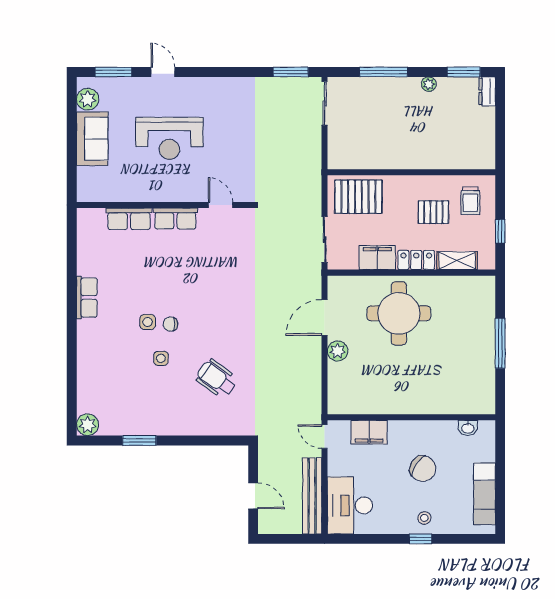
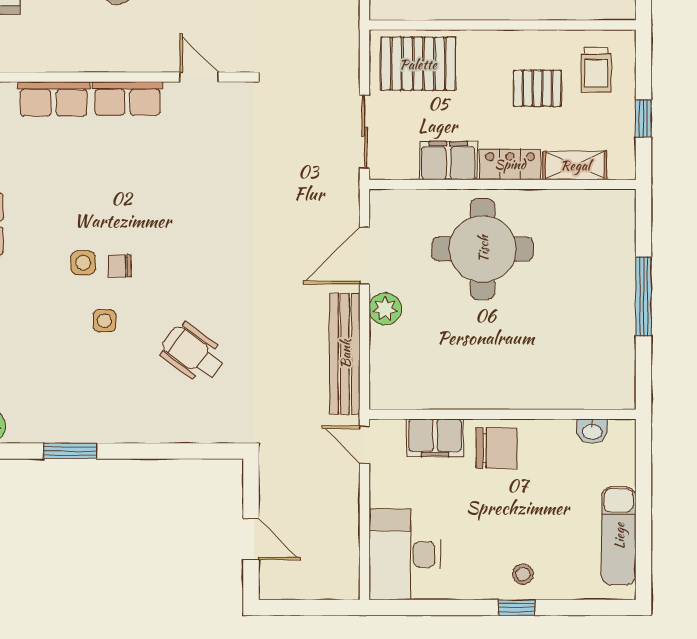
chair: (423, 469) -> (497, 448), moved, turned -34
bench: (312, 496) -> (345, 354), moved

